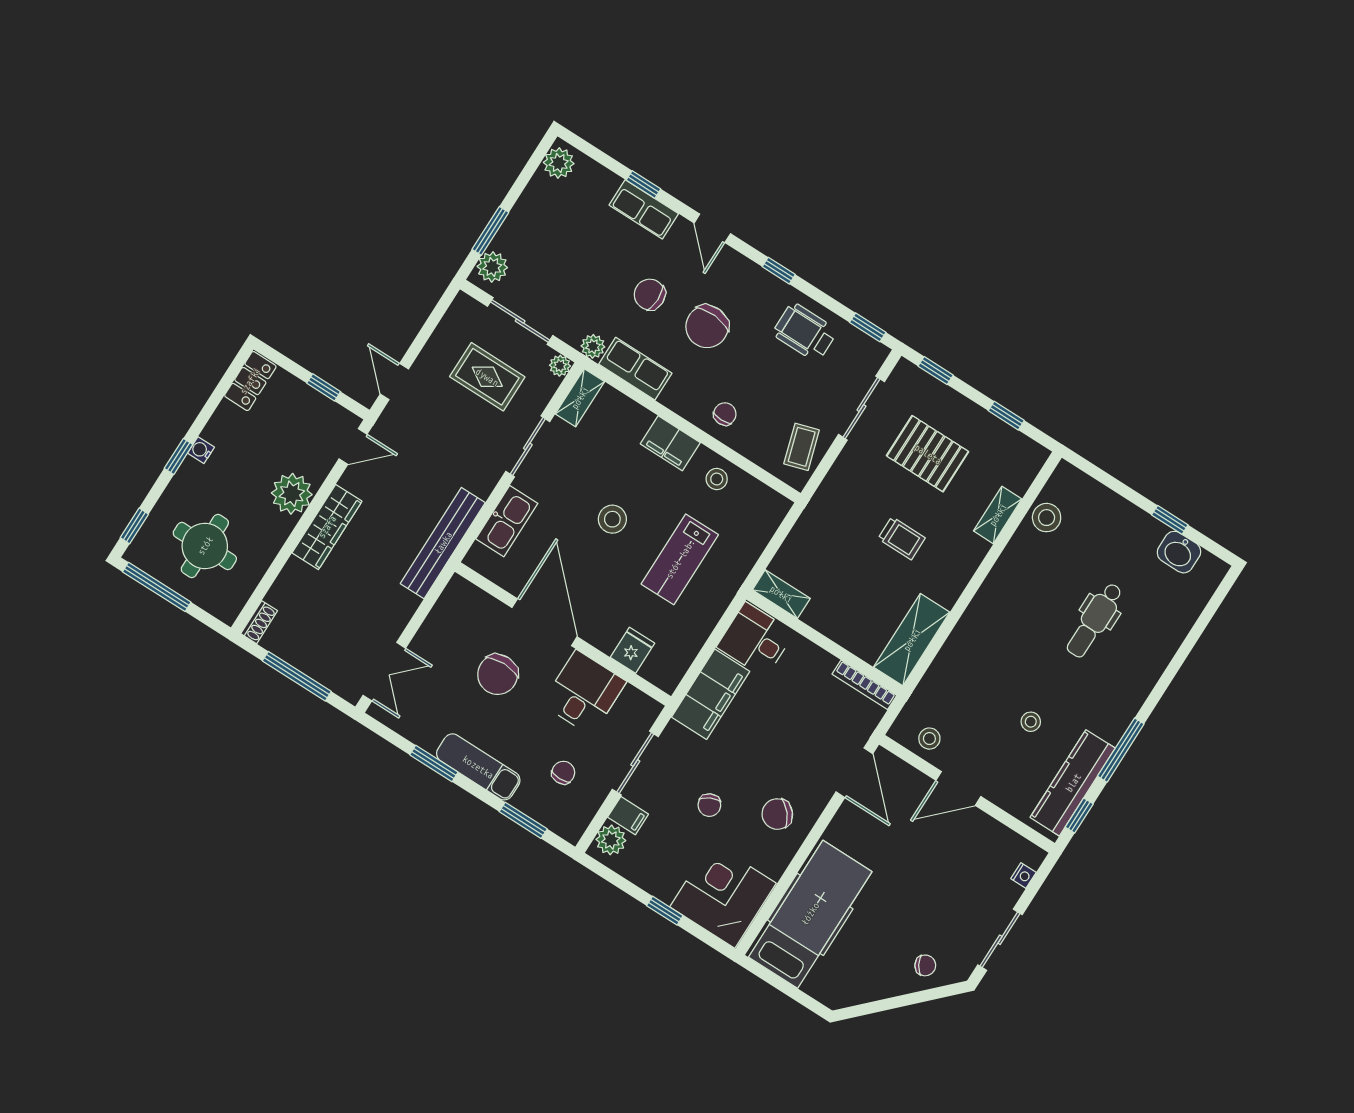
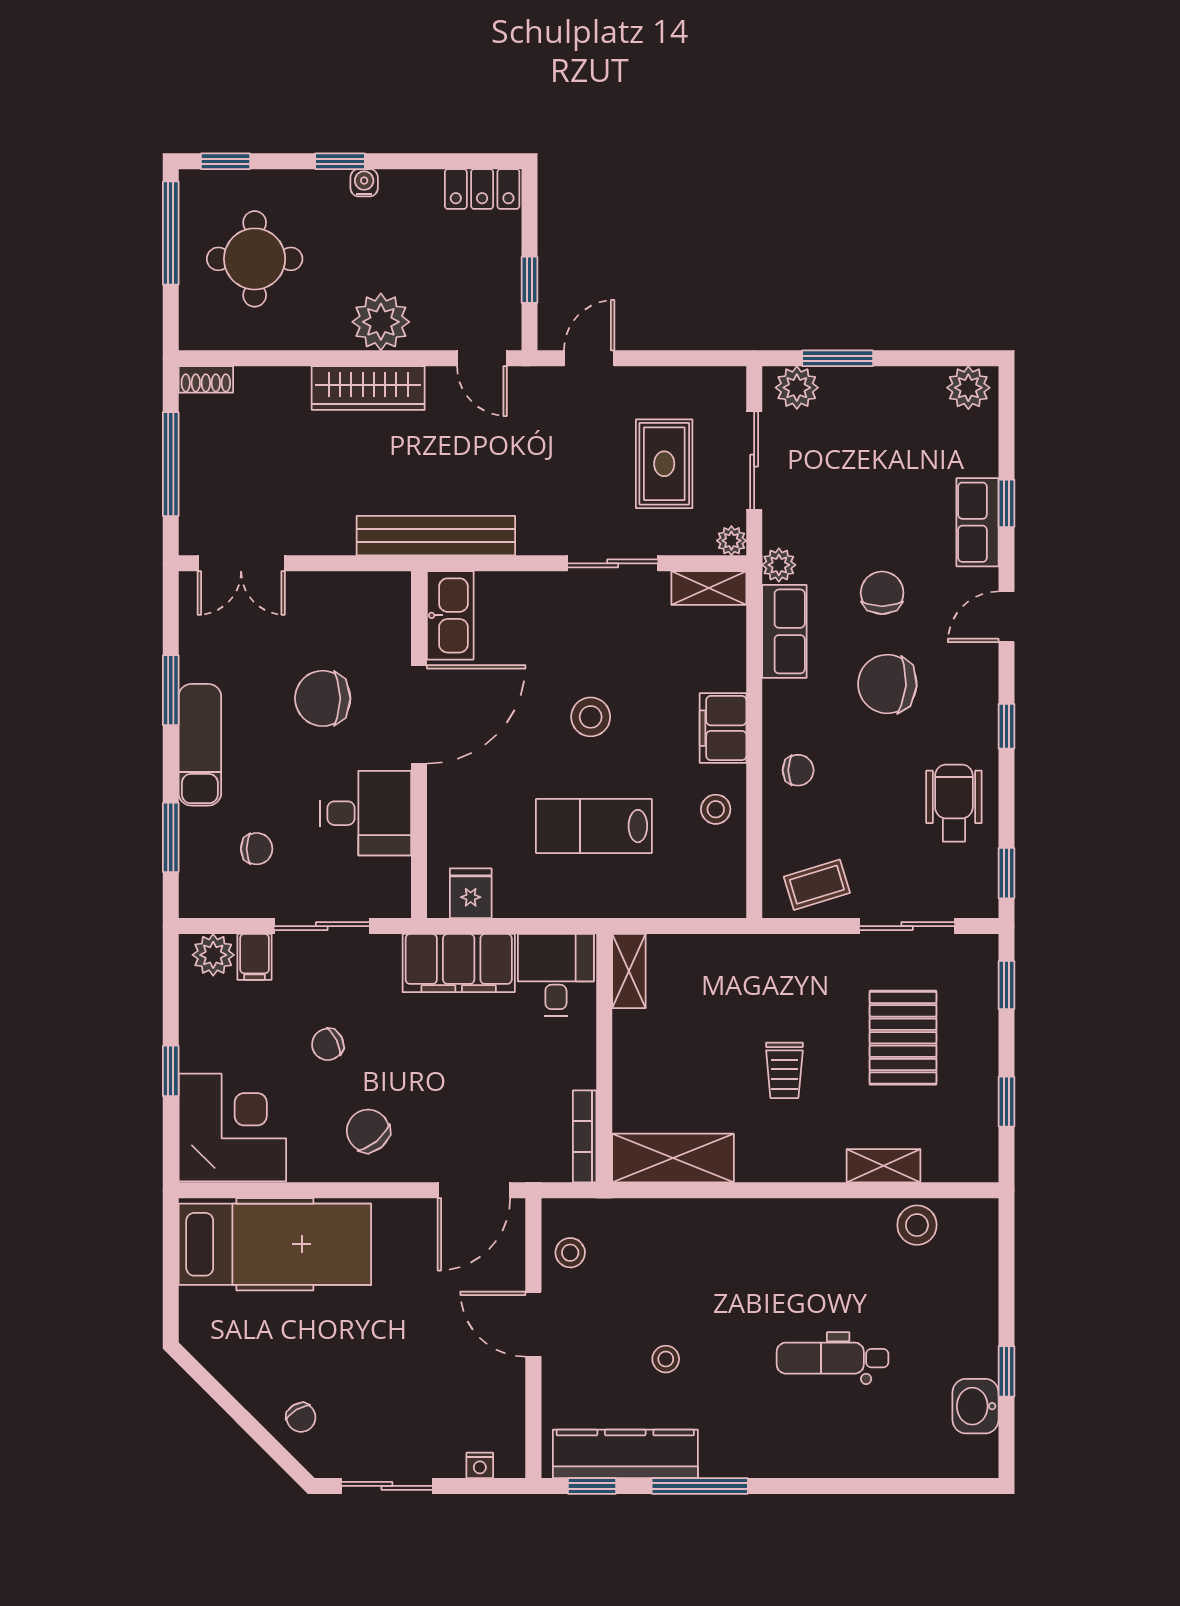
kitchen sink: (507, 521) -> (450, 615), moved, turned -90
fridge: (632, 650) -> (471, 893), moved, turned -90

